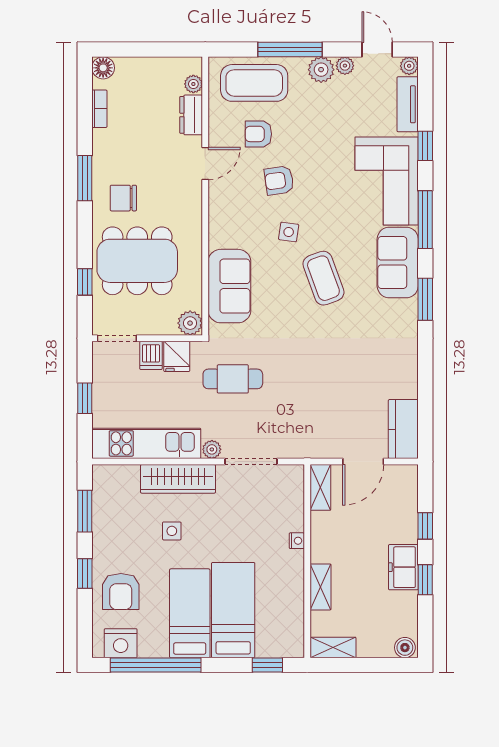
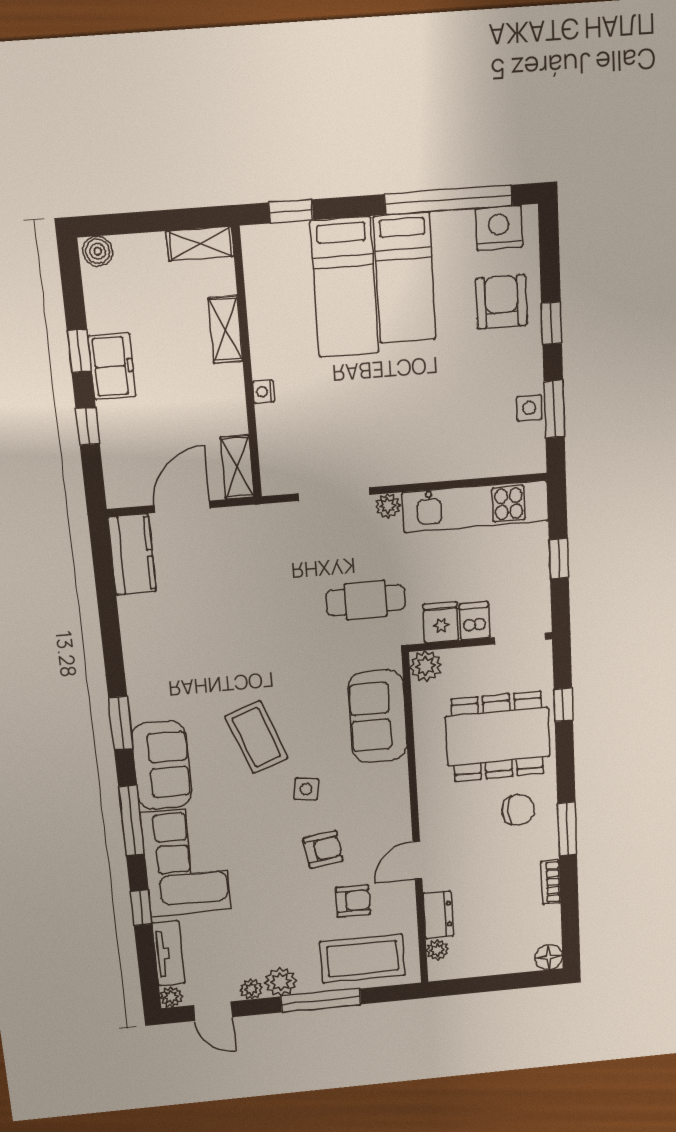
bookcase: (99, 109) -> (551, 882), moved
wardrobe: (178, 479) -> (431, 463), removed
side table: (172, 531) -> (529, 408), moved

